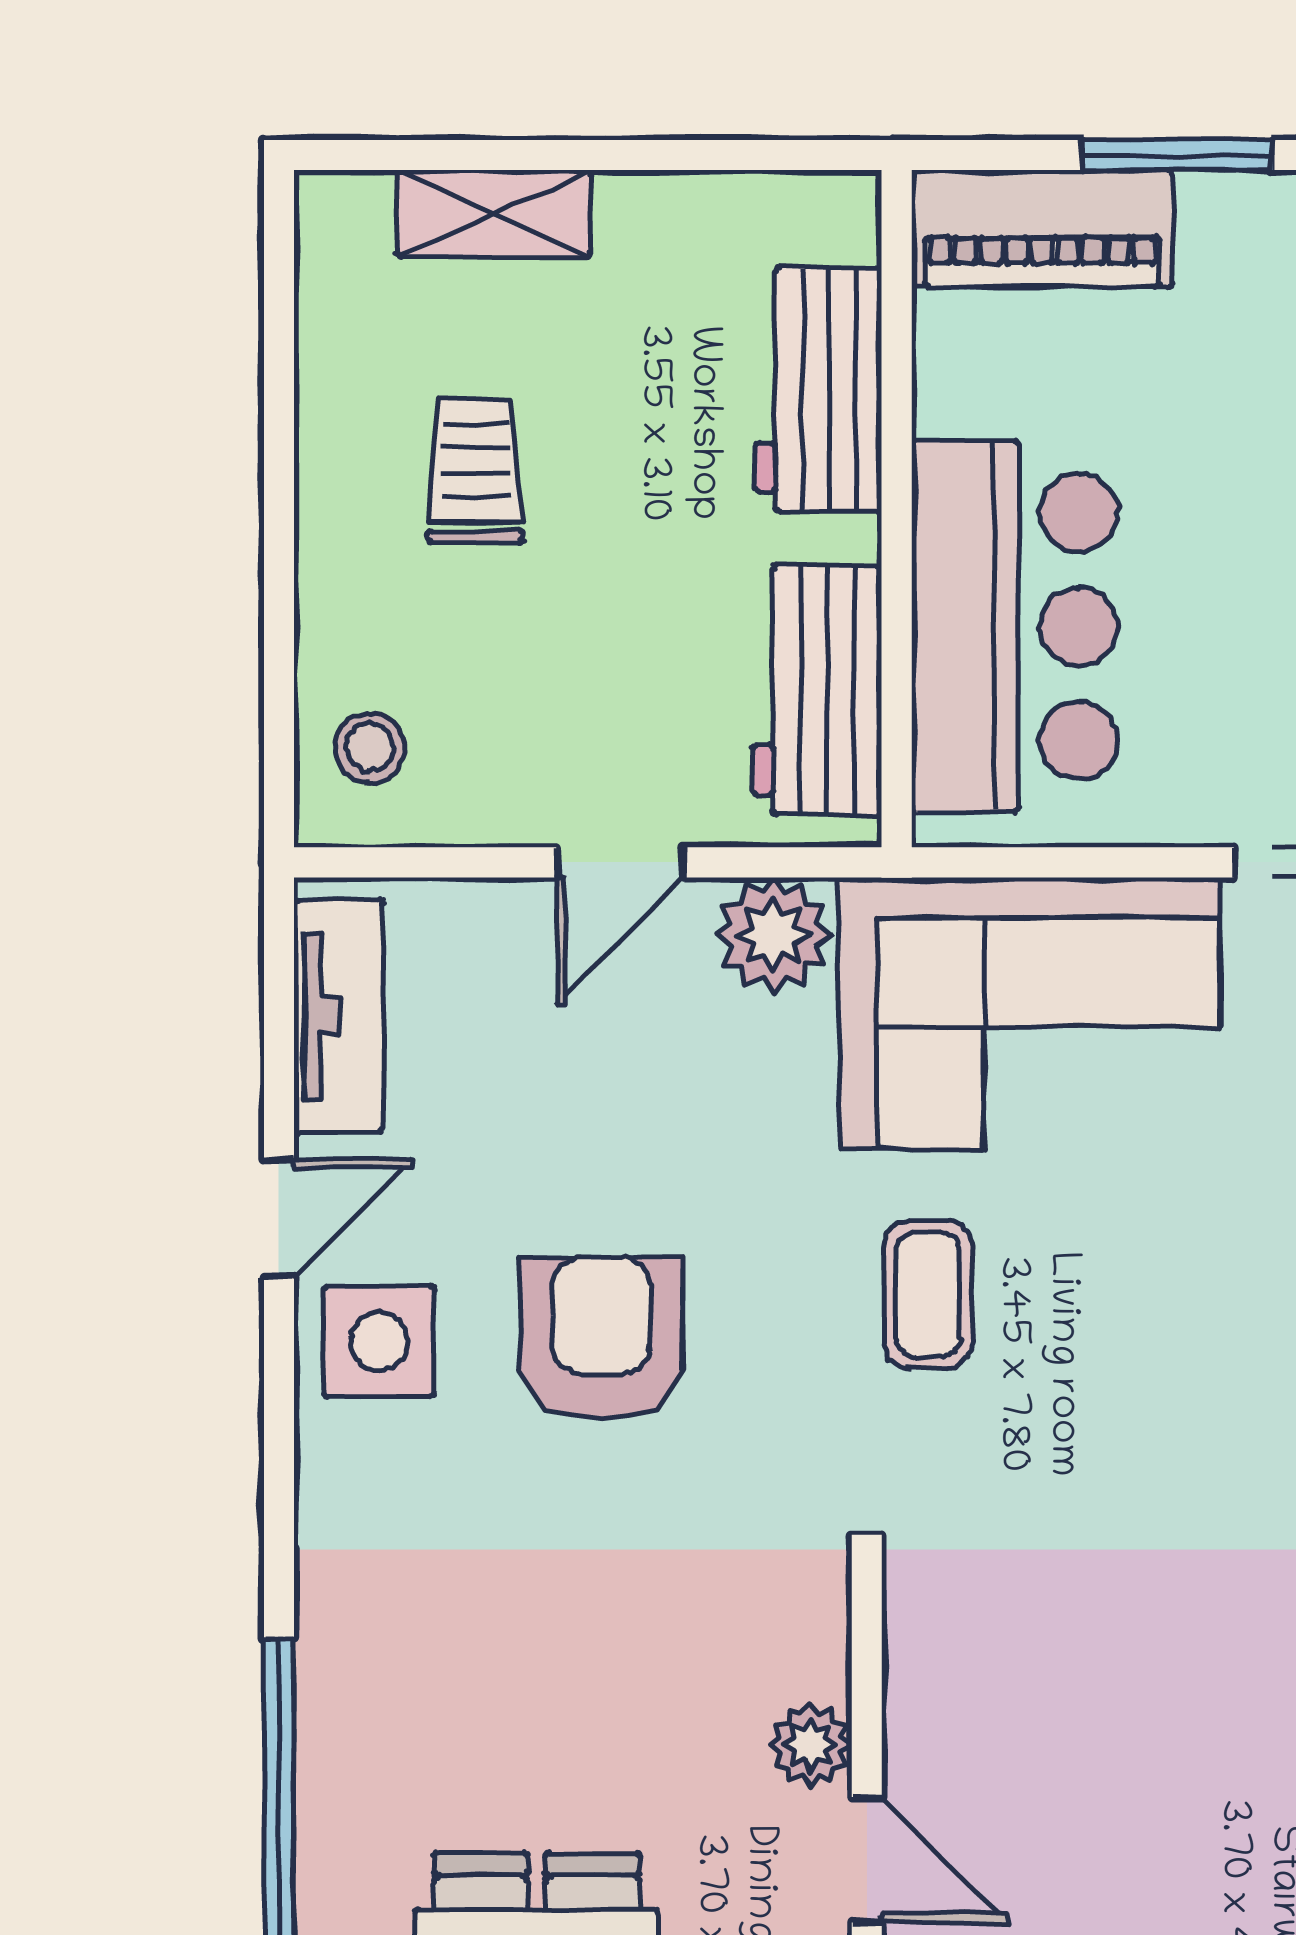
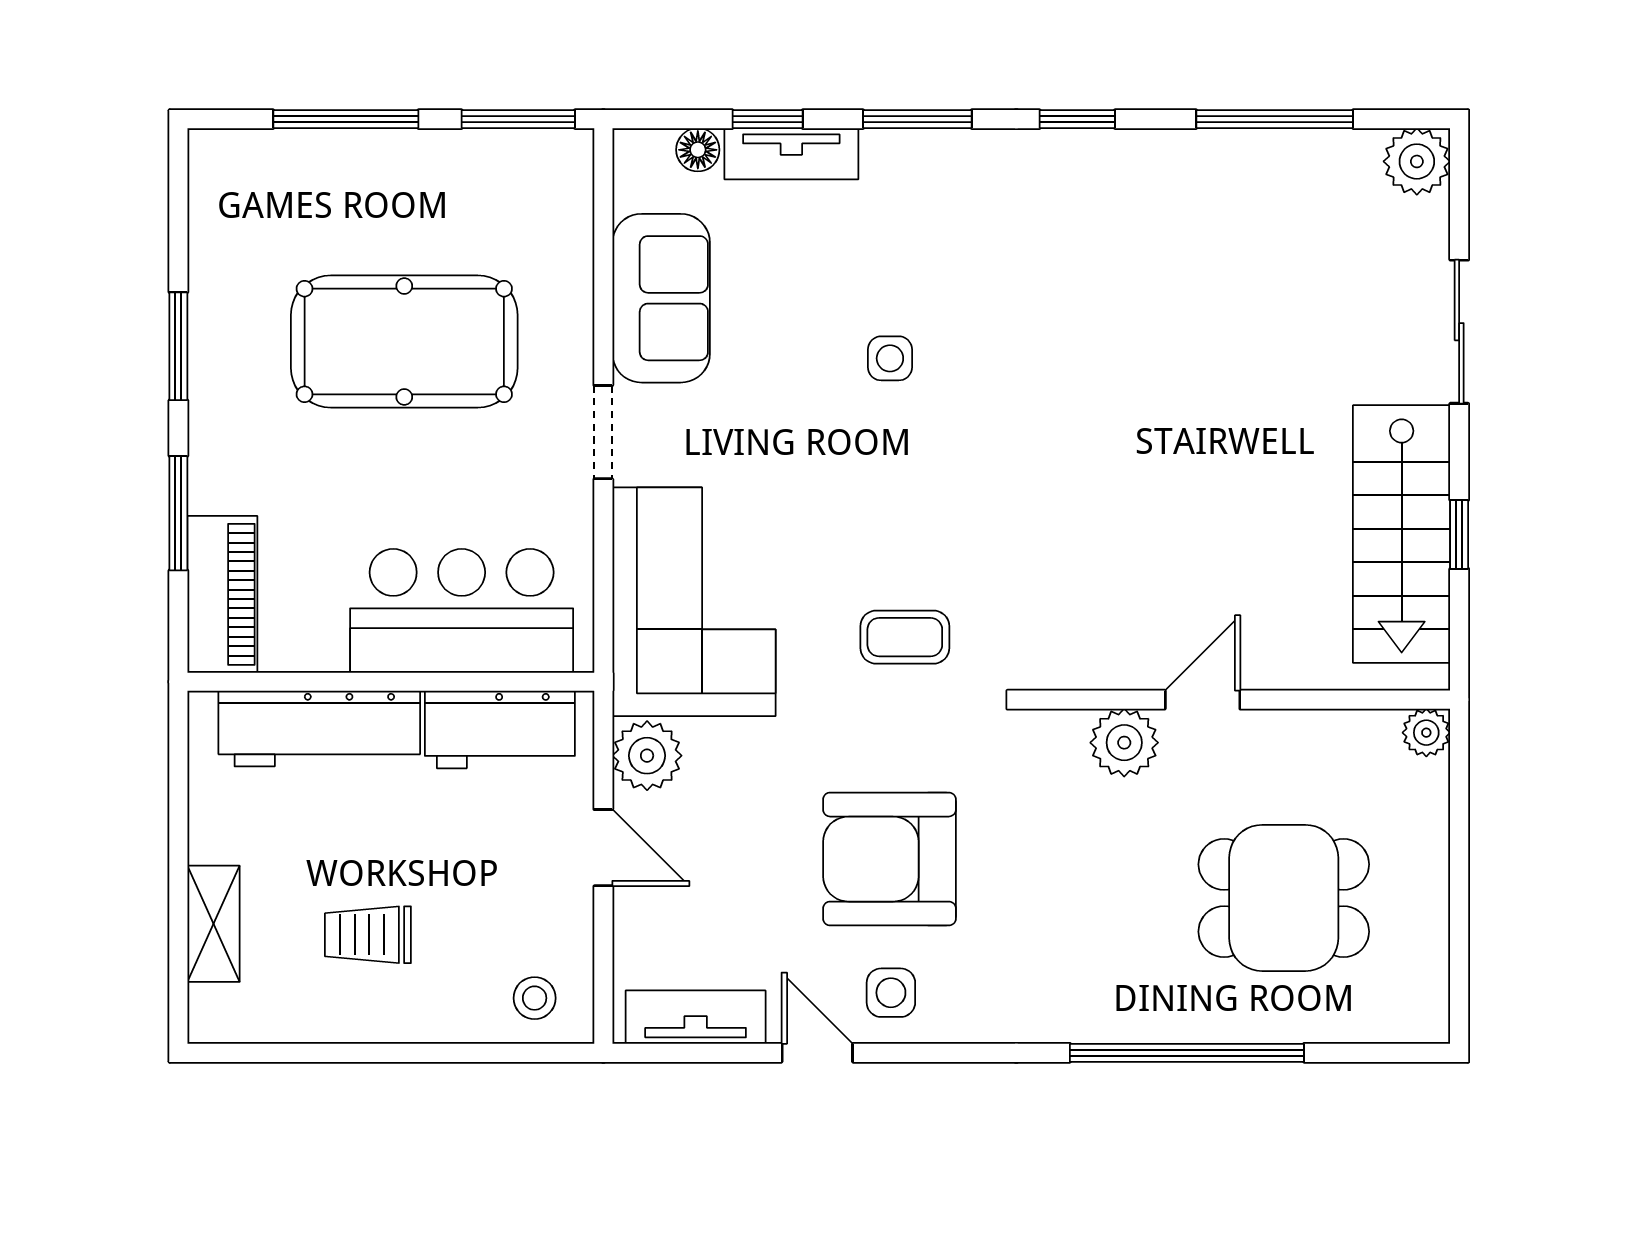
workbench: (819, 389) -> (319, 729), width x1.38
coffee table: (928, 1294) -> (905, 637), moved
armchair: (601, 1339) -> (889, 859), width x1.36, depth x1.36
side table: (379, 1341) -> (891, 993), width x0.73, depth x0.73
plant: (811, 1745) -> (1124, 743), width x1.38, depth x1.38

